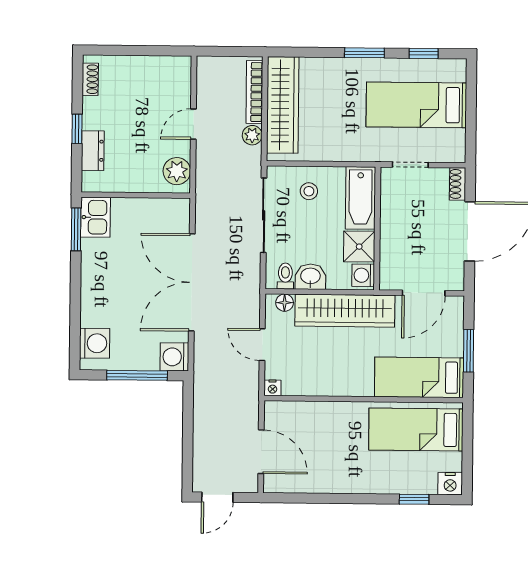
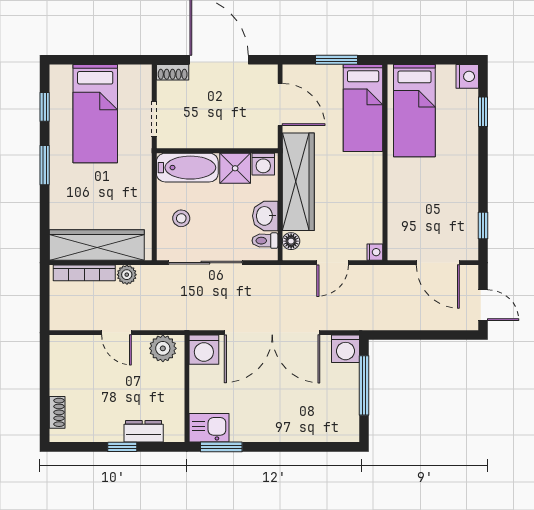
shoe rack: (90, 79) -> (57, 412), moved, turned 90
washing machine: (95, 343) -> (204, 350), moved, turned 180
door: (261, 452) -> (438, 263), swing flipped
window: (298, 498) -> (483, 225), added

